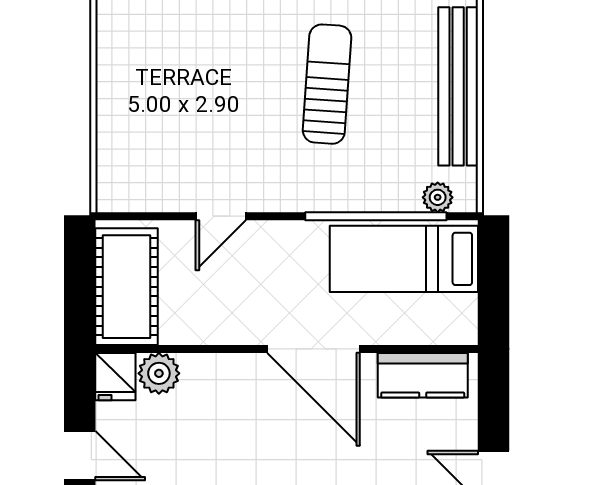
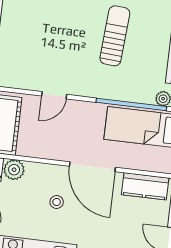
stool: (251, 427) -> (57, 202), added

